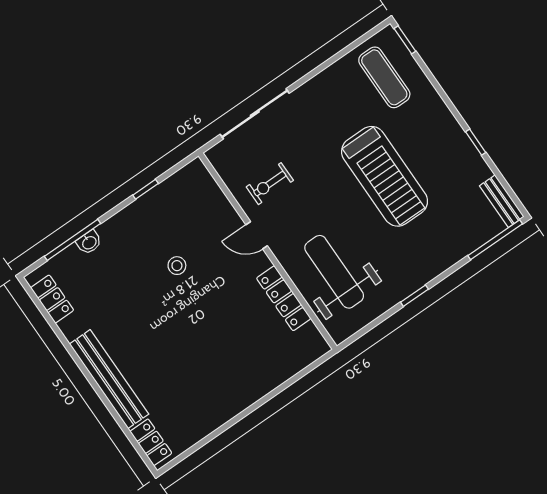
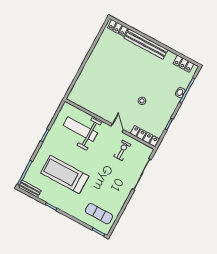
treadmill: (385, 176) -> (65, 175), moved
door: (257, 235) -> (117, 128), hinge flipped
weight bench: (334, 272) -> (80, 129), turned 180
locker: (284, 298) -> (145, 136), moved

